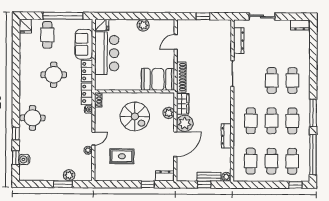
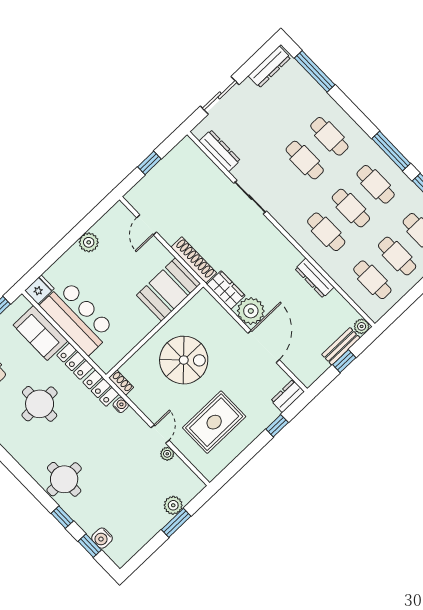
dresser: (300, 25) -> (269, 67), width x1.44
window: (313, 46) -> (315, 71), added
plant: (169, 113) -> (220, 317), removed
rug: (122, 156) -> (214, 422), width x1.36, depth x1.43

